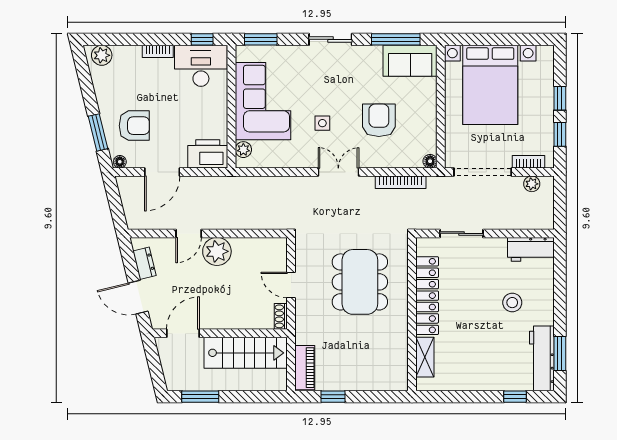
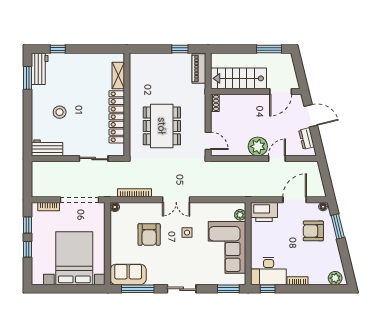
plant: (532, 184) -> (46, 192), removed
door: (291, 285) -> (208, 141), moved
workbench: (542, 358) -> (40, 69), width x0.73

